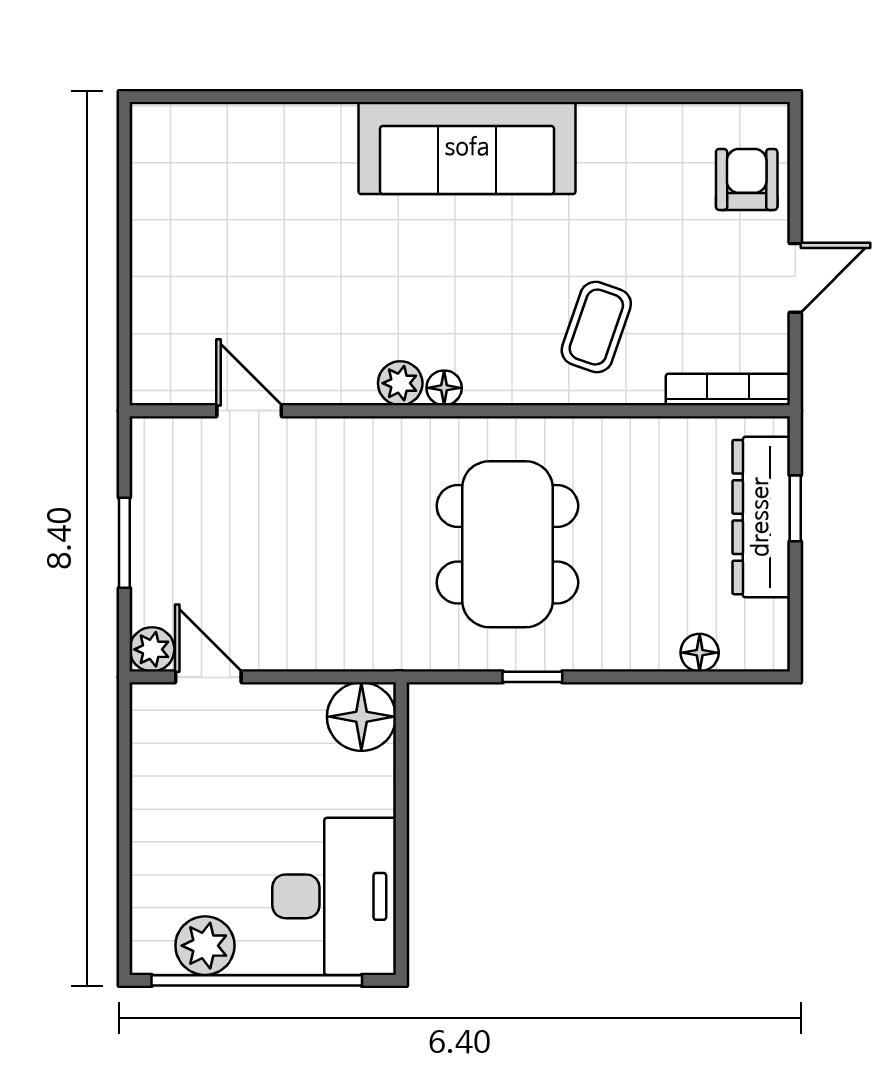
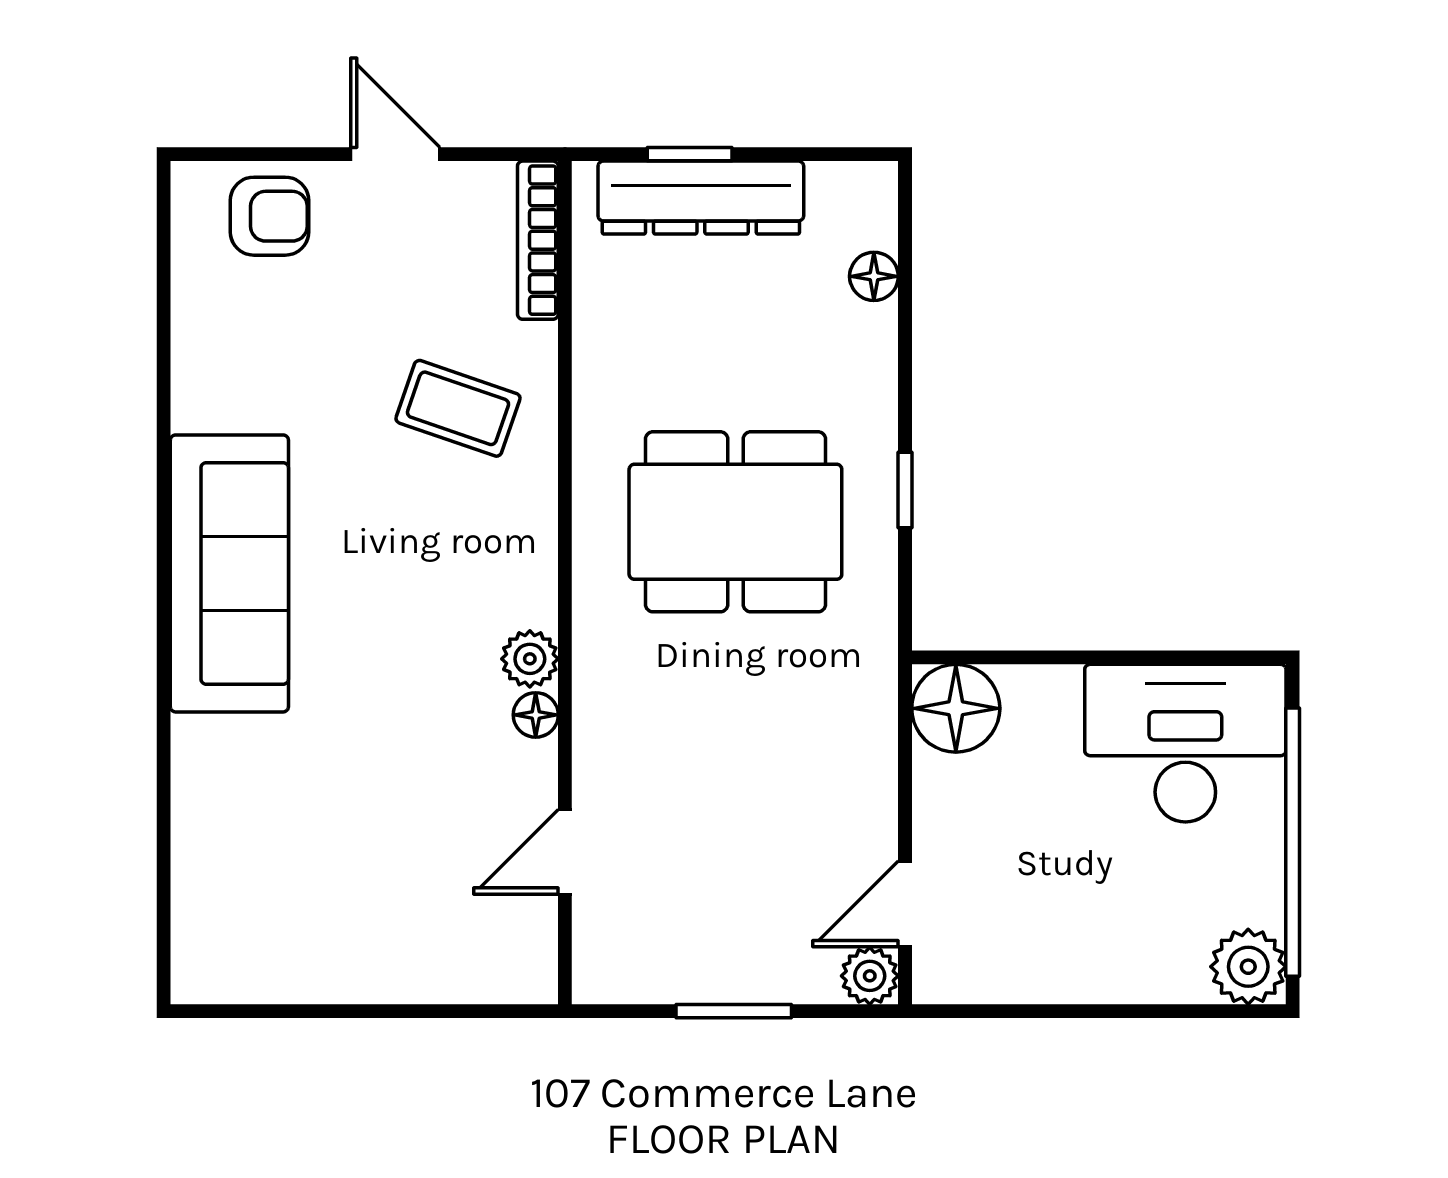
armchair: (747, 179) -> (269, 216), turned 180
floor lamp: (444, 388) -> (536, 715), moved
plant: (205, 946) -> (1248, 967), moved

